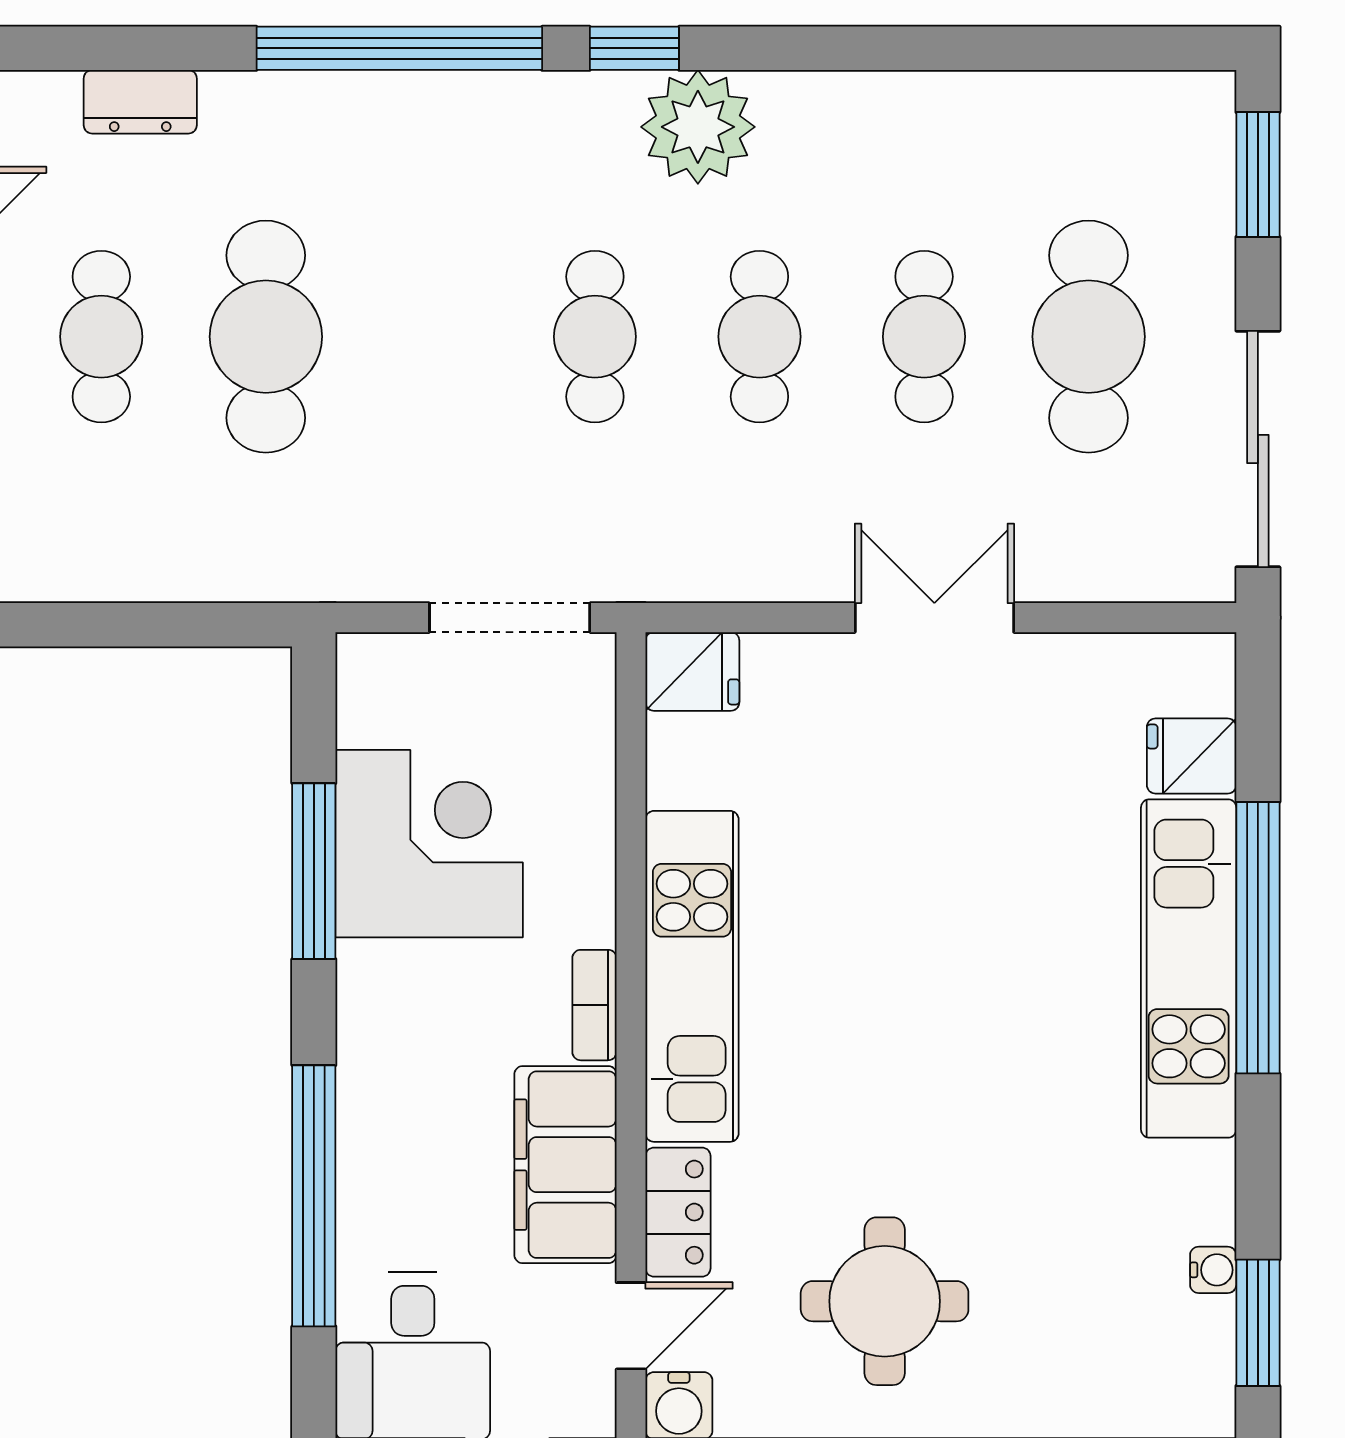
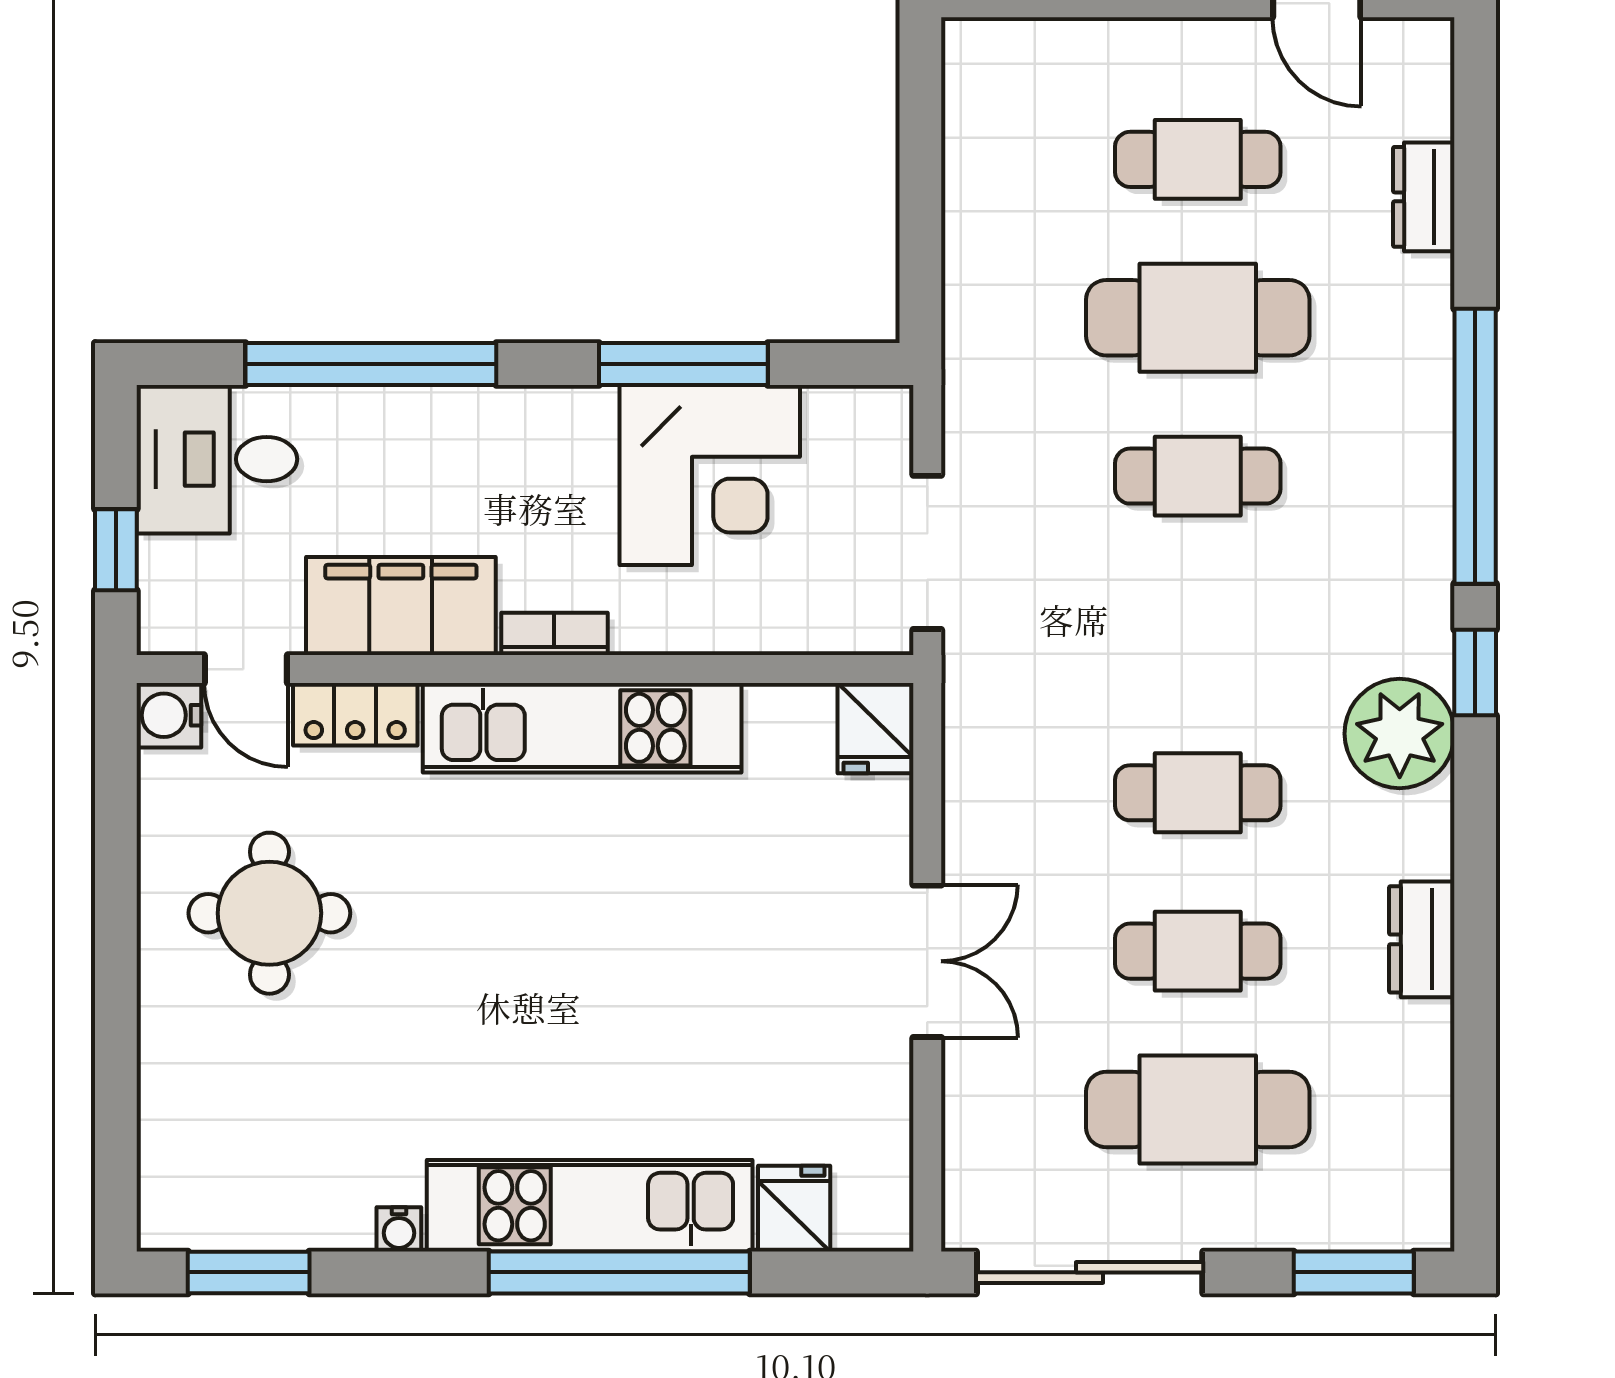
dresser: (912, 104) -> (1422, 939), added
cafe table: (595, 337) -> (1198, 476), moved
water cooler: (1213, 1270) -> (399, 1229), moved

